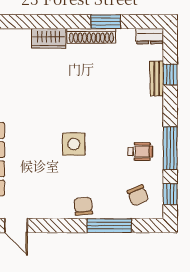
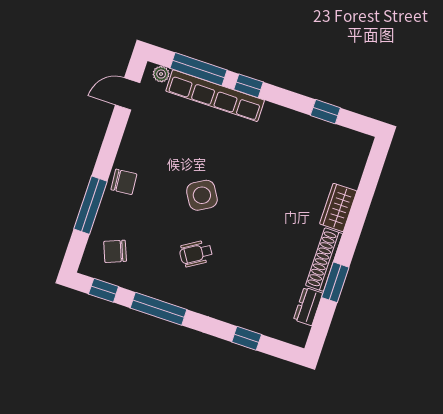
dresser: (150, 36) -> (308, 306), moved
bench: (157, 79) -> (247, 321), removed
side table: (74, 144) -> (202, 195), turned -31
wheelchair: (140, 152) -> (196, 253), moved, turned 58

